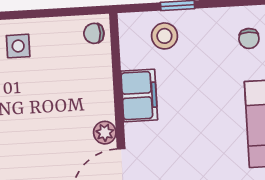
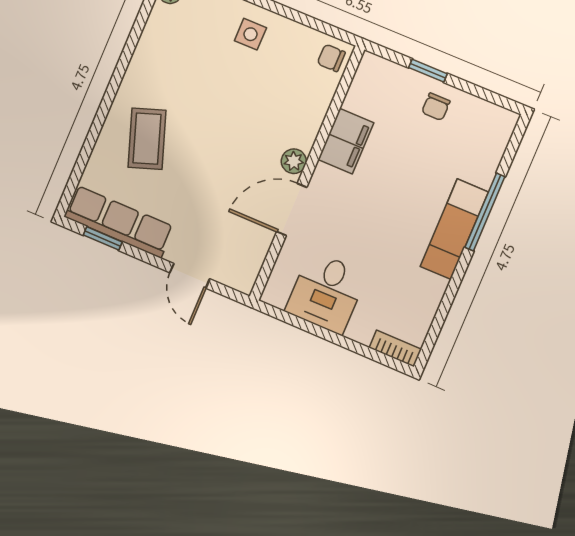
stool: (164, 36) -> (400, 94), removed
chair: (249, 38) -> (436, 107), moved

